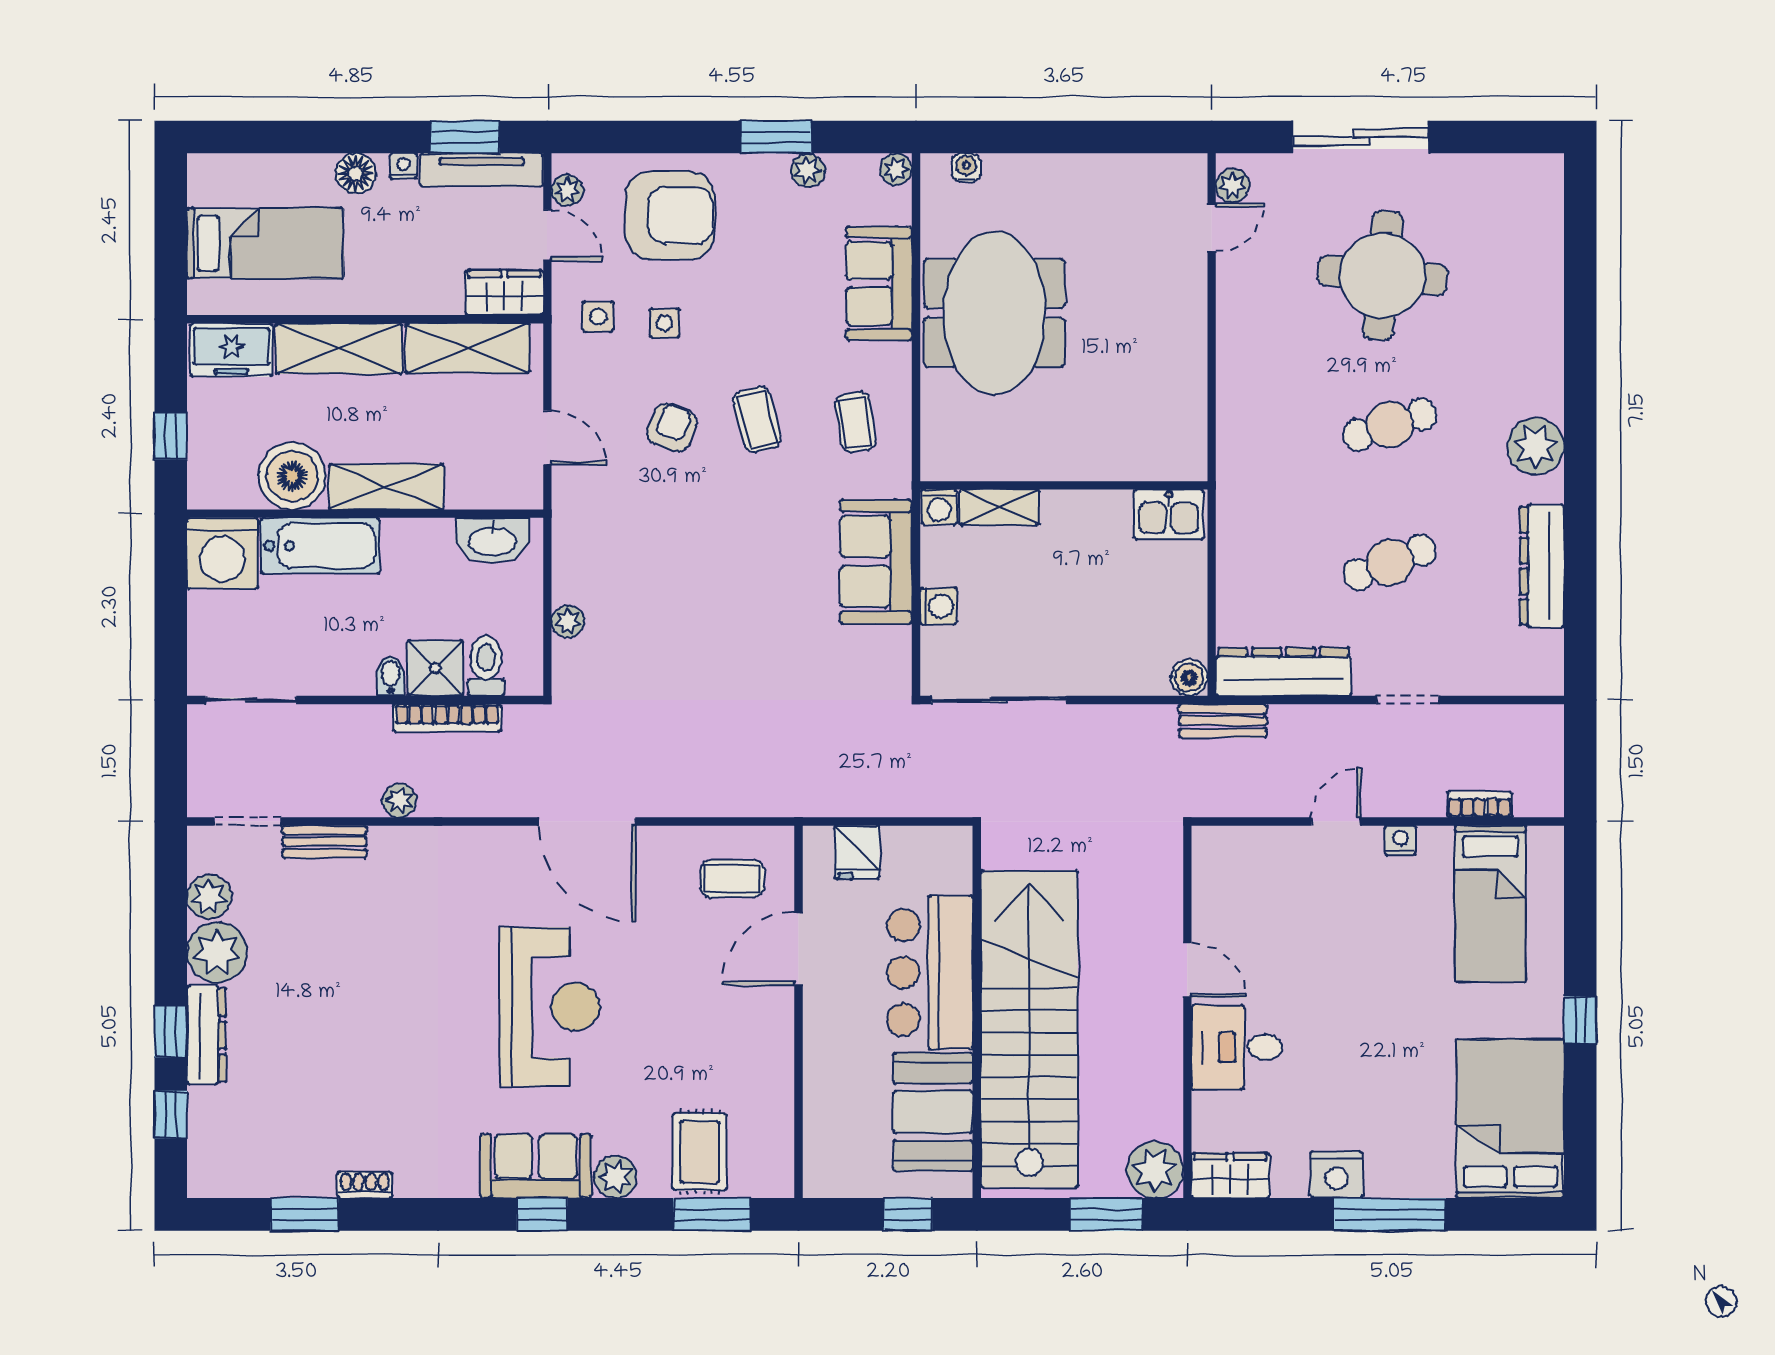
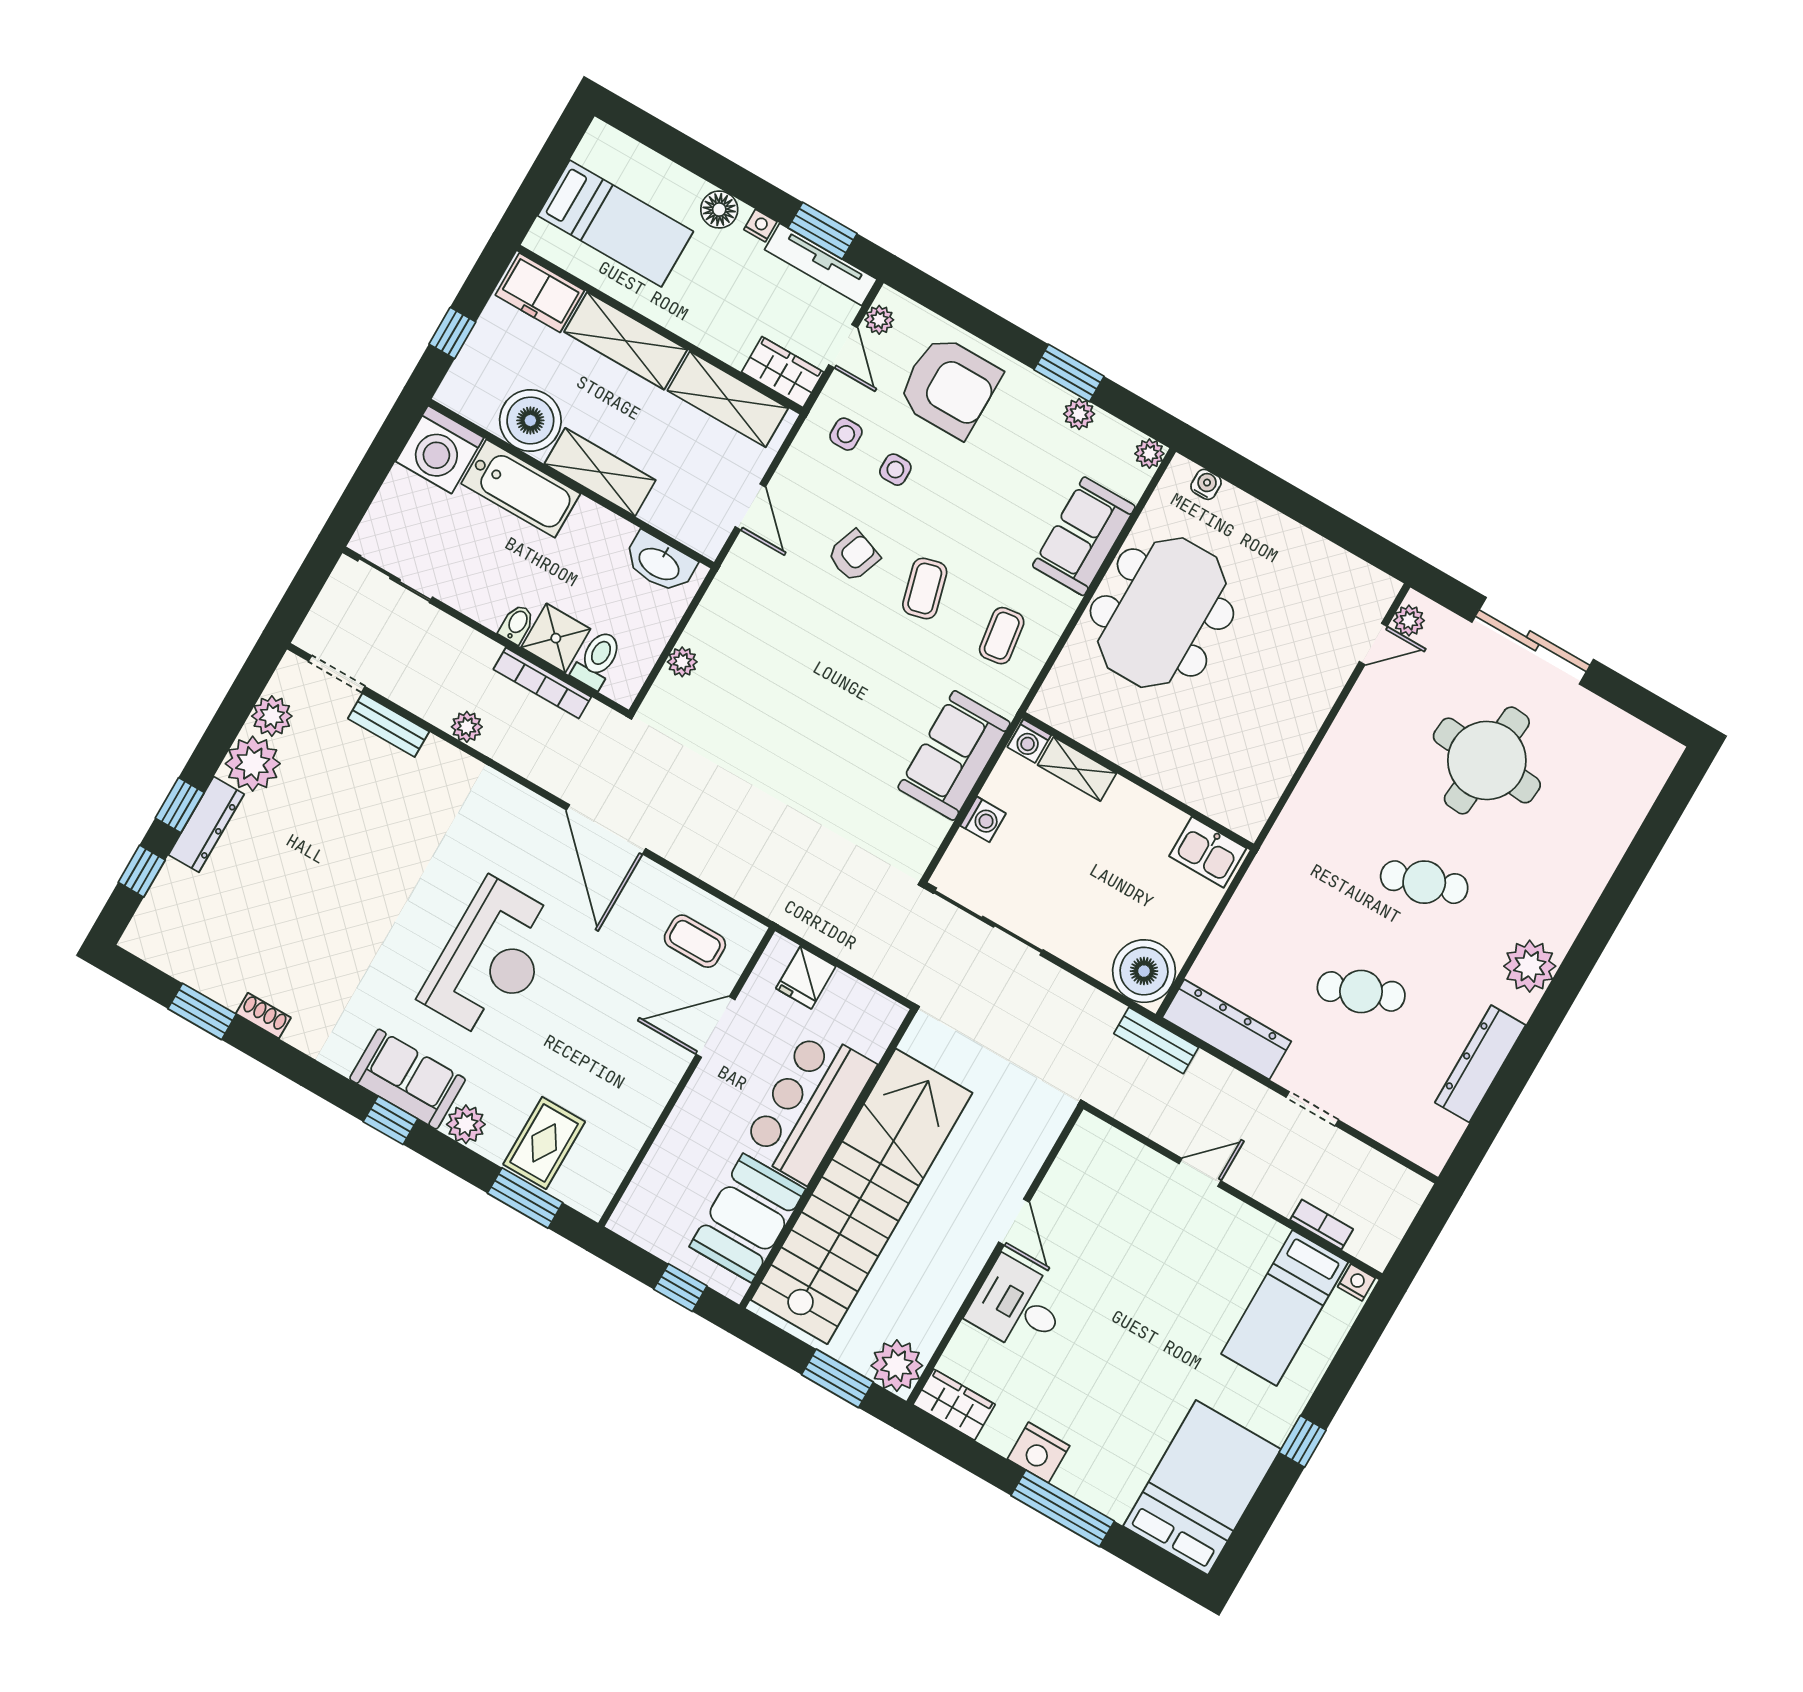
boiler: (1189, 678) -> (1144, 971), width x1.86, depth x1.86
nightstand: (1400, 840) -> (1356, 1282), moved

